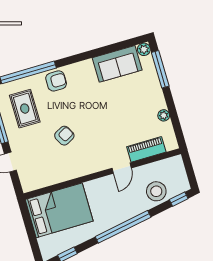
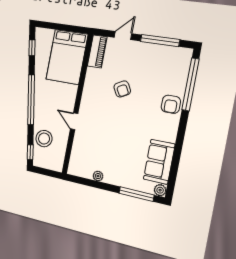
rug: (25, 109) -> (161, 67), removed
piano: (146, 149) -> (97, 51), moved

